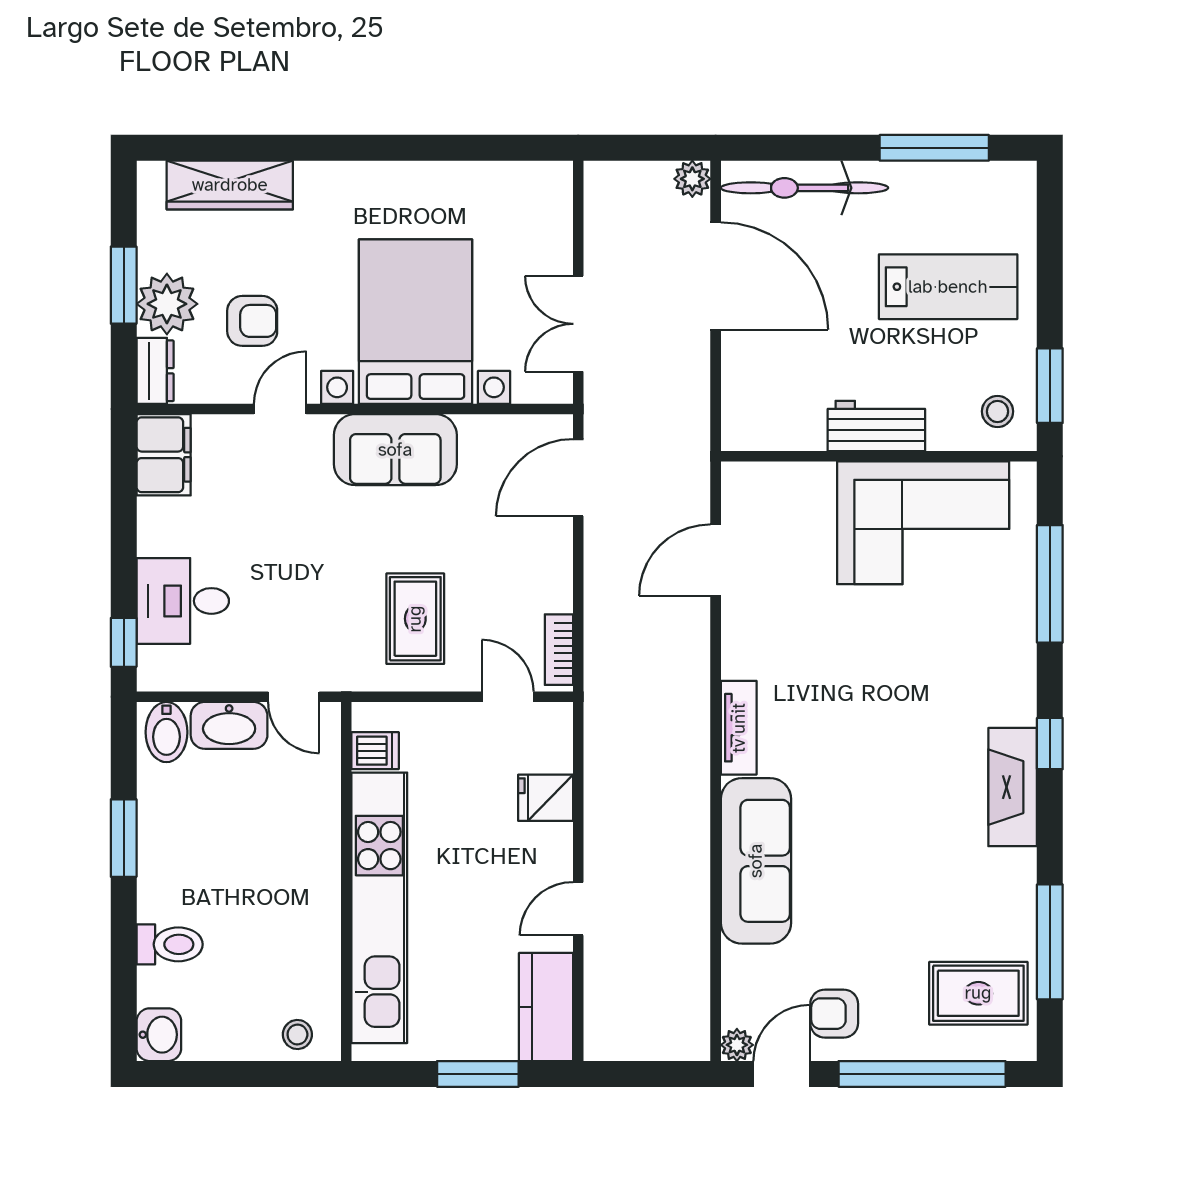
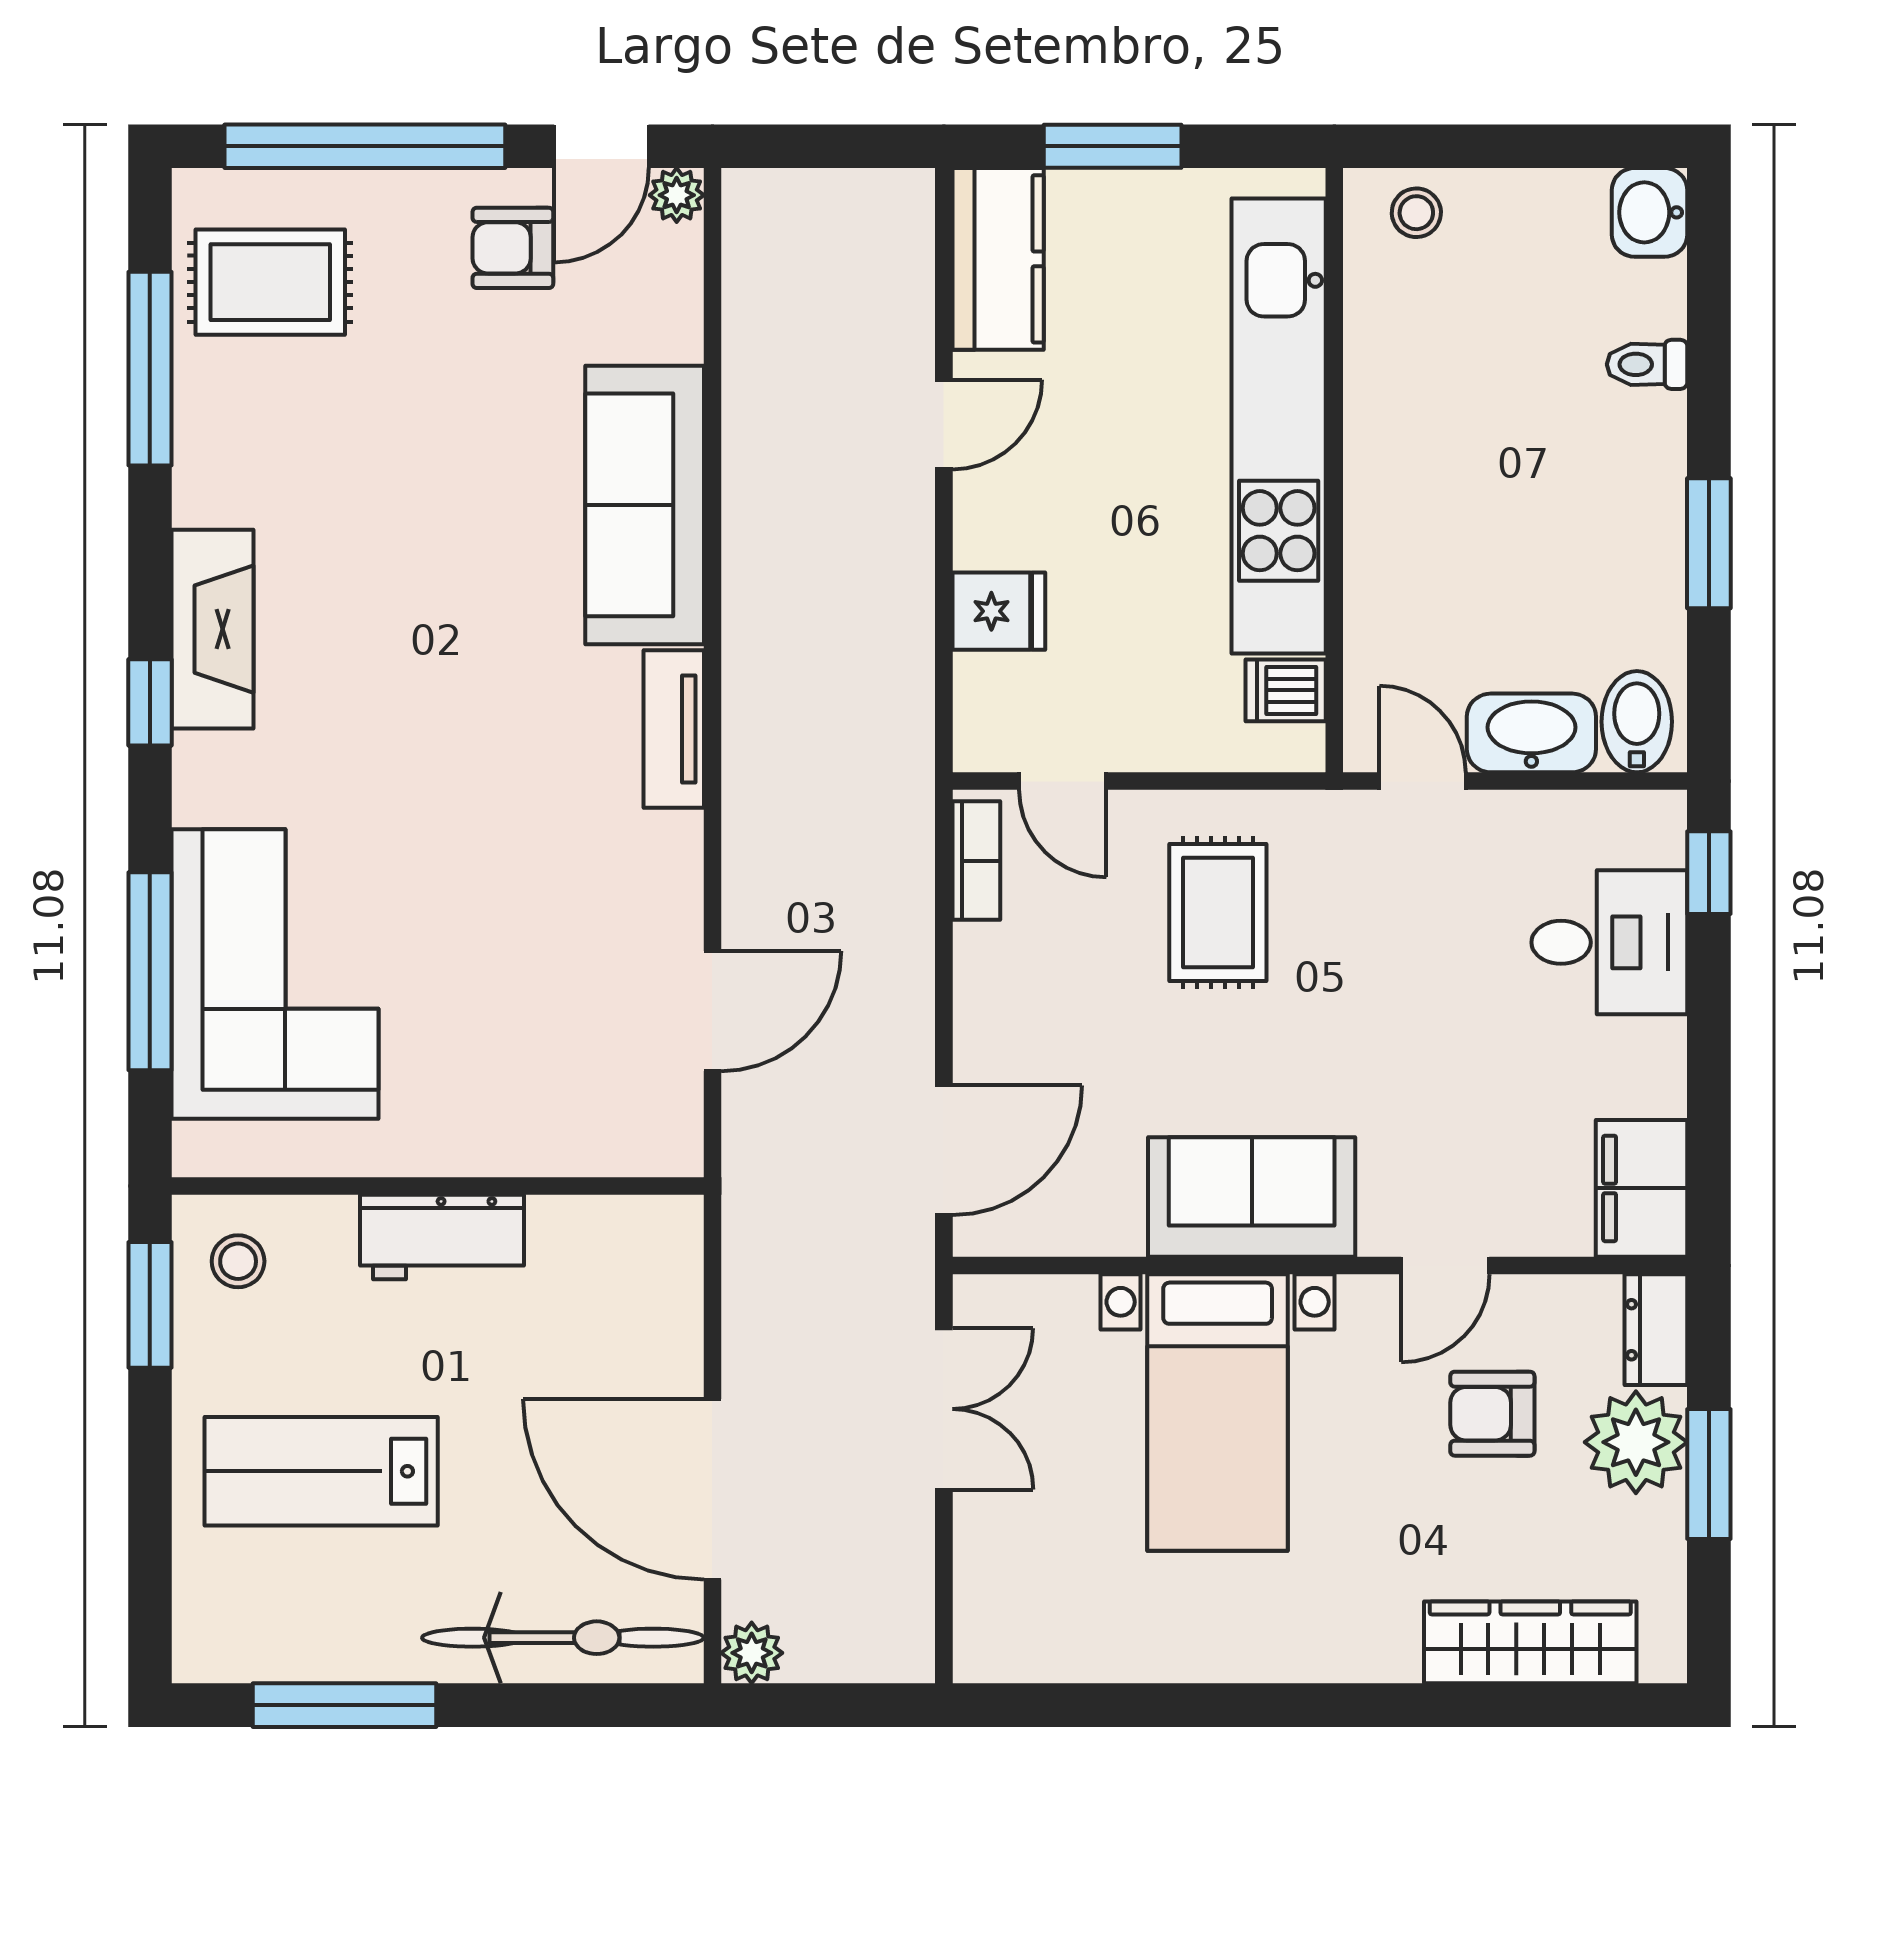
bed with nightstands: (416, 322) -> (1218, 1412), width x0.73
corner sofa: (923, 523) -> (275, 974), moved, turned 90
toilet: (170, 944) -> (1647, 364), width x0.73, depth x0.72
armchair: (834, 1014) -> (513, 248), turned 180

